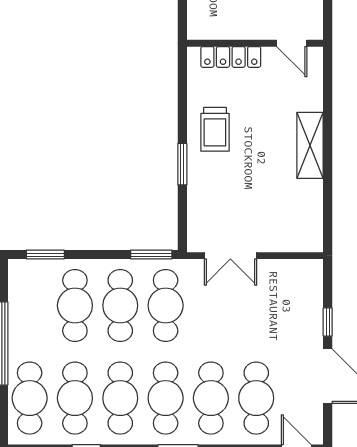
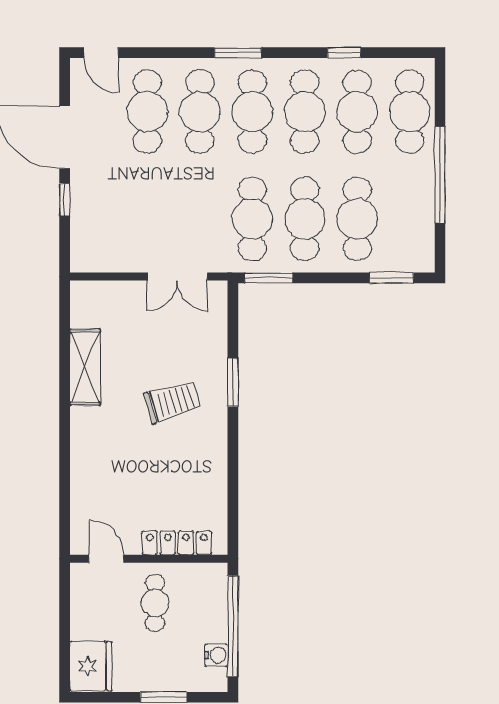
wall: (255, 43) -> (149, 559), moved
door: (292, 43) -> (106, 559), moved
locker: (231, 57) -> (177, 543), moved
trolley: (215, 129) -> (172, 402), moved, turned 74
shelving: (310, 145) -> (85, 367), moved
double door: (230, 256) -> (177, 277), swing flipped

